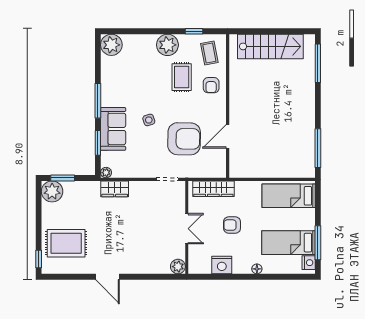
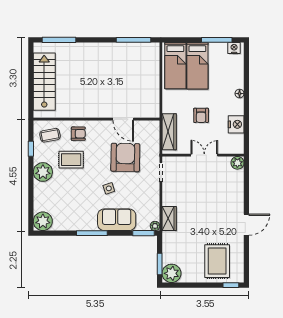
window: (98, 143) -> (144, 233), moved
bed: (289, 243) -> (197, 66), moved

